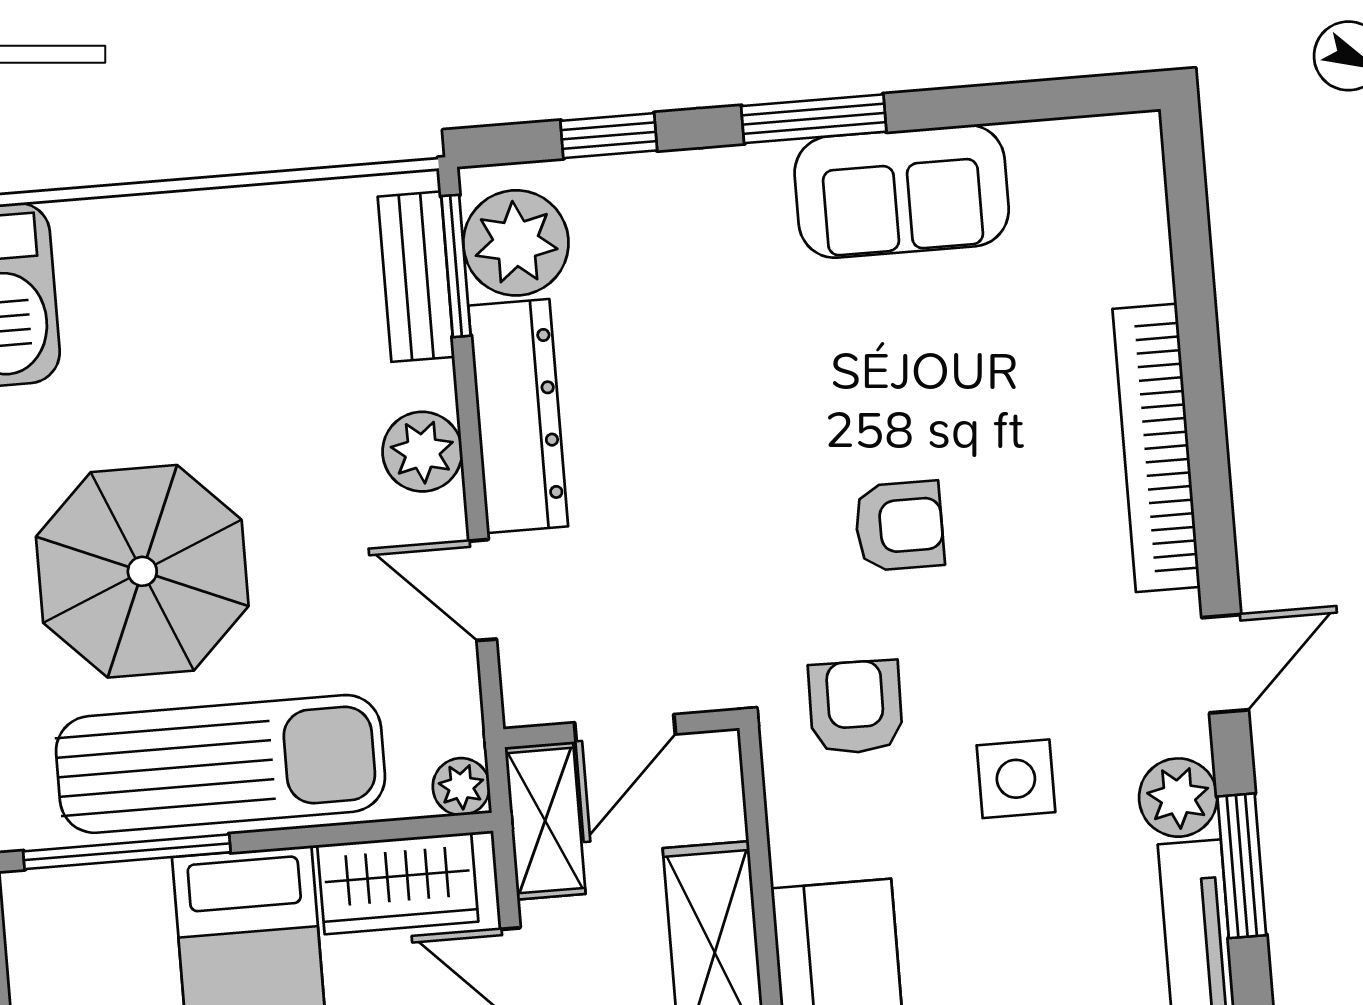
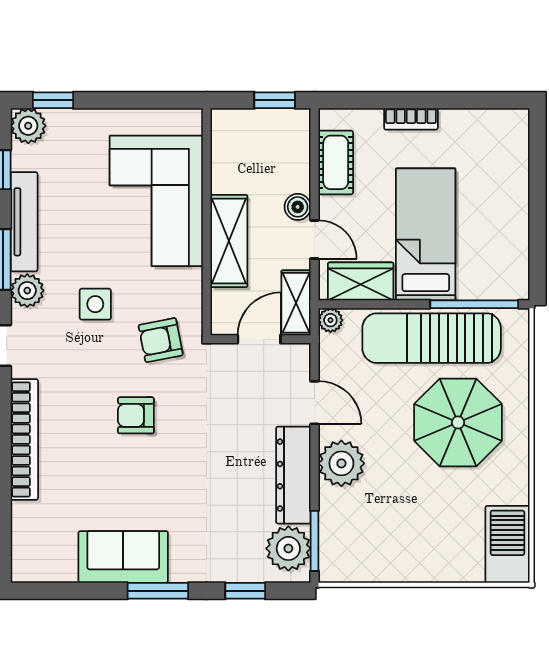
bench: (416, 277) -> (332, 538), removed
plant: (422, 452) -> (341, 463), width x1.36, depth x1.36
armchair: (856, 707) -> (161, 340), turned 78

